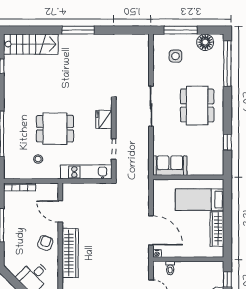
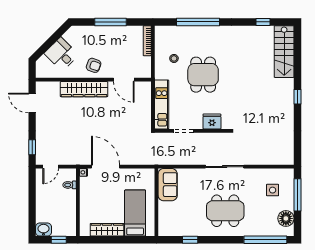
window: (78, 30) -> (297, 97), width x0.46
door: (60, 211) -> (124, 80), swing flipped
door: (151, 230) -> (106, 167), swing flipped

